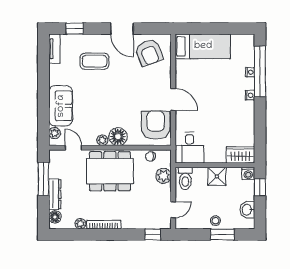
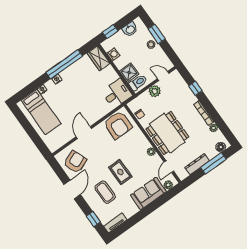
bed: (203, 46) -> (41, 112), moved, turned 180
window: (260, 71) -> (64, 64), moved
rug: (104, 92) -> (120, 172), added
door: (173, 99) -> (84, 133), moved
armchair: (156, 125) -> (118, 125), turned -90
floor lamp: (118, 137) -> (142, 144), removed
washing machine: (248, 173) -> (113, 54), moved
plant: (164, 176) -> (155, 91), moved
shower: (217, 176) -> (129, 73), moved
window: (43, 179) -> (213, 163), moved
dresser: (55, 194) -> (197, 164), moved
window: (153, 234) -> (195, 88), moved

